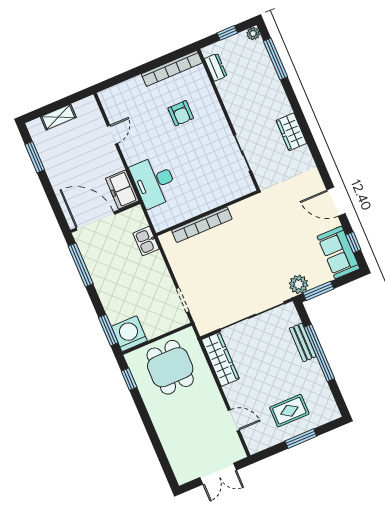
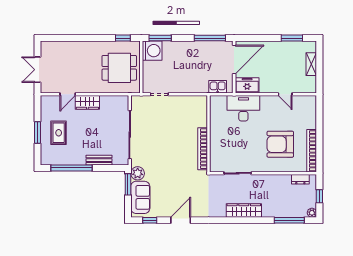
armchair: (181, 113) -> (280, 144), width x1.88, depth x1.88
wardrobe: (291, 132) -> (244, 210), width x1.50
bookcase: (202, 225) -> (203, 149), moved
kitchen sink: (146, 241) -> (218, 87), moved
sofa: (338, 253) -> (140, 197), moved, turned 90
window: (319, 353) -> (72, 168), moved
wardrobe: (220, 359) -> (87, 102), moved, width x0.67

